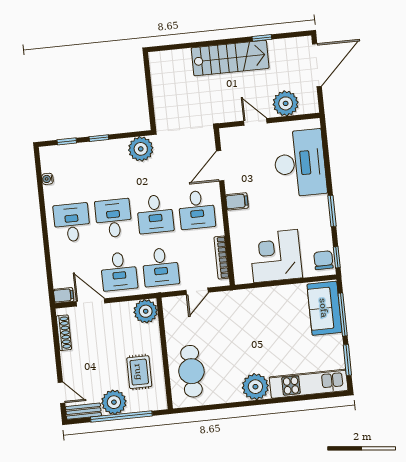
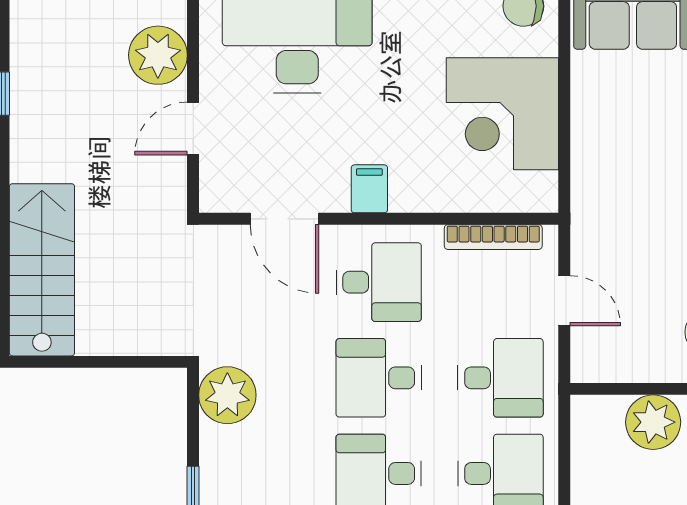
stairs: (230, 58) -> (42, 270), moved
desk: (155, 214) -> (379, 378), turned 180
plant: (146, 311) -> (653, 422), moved

